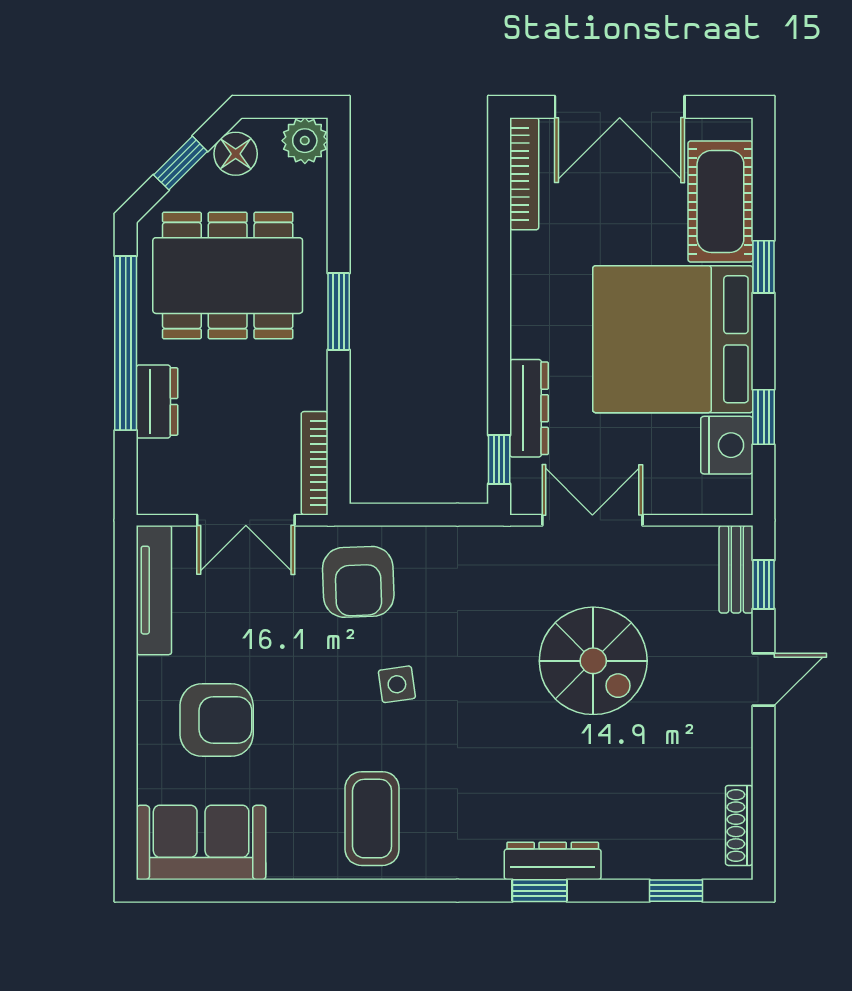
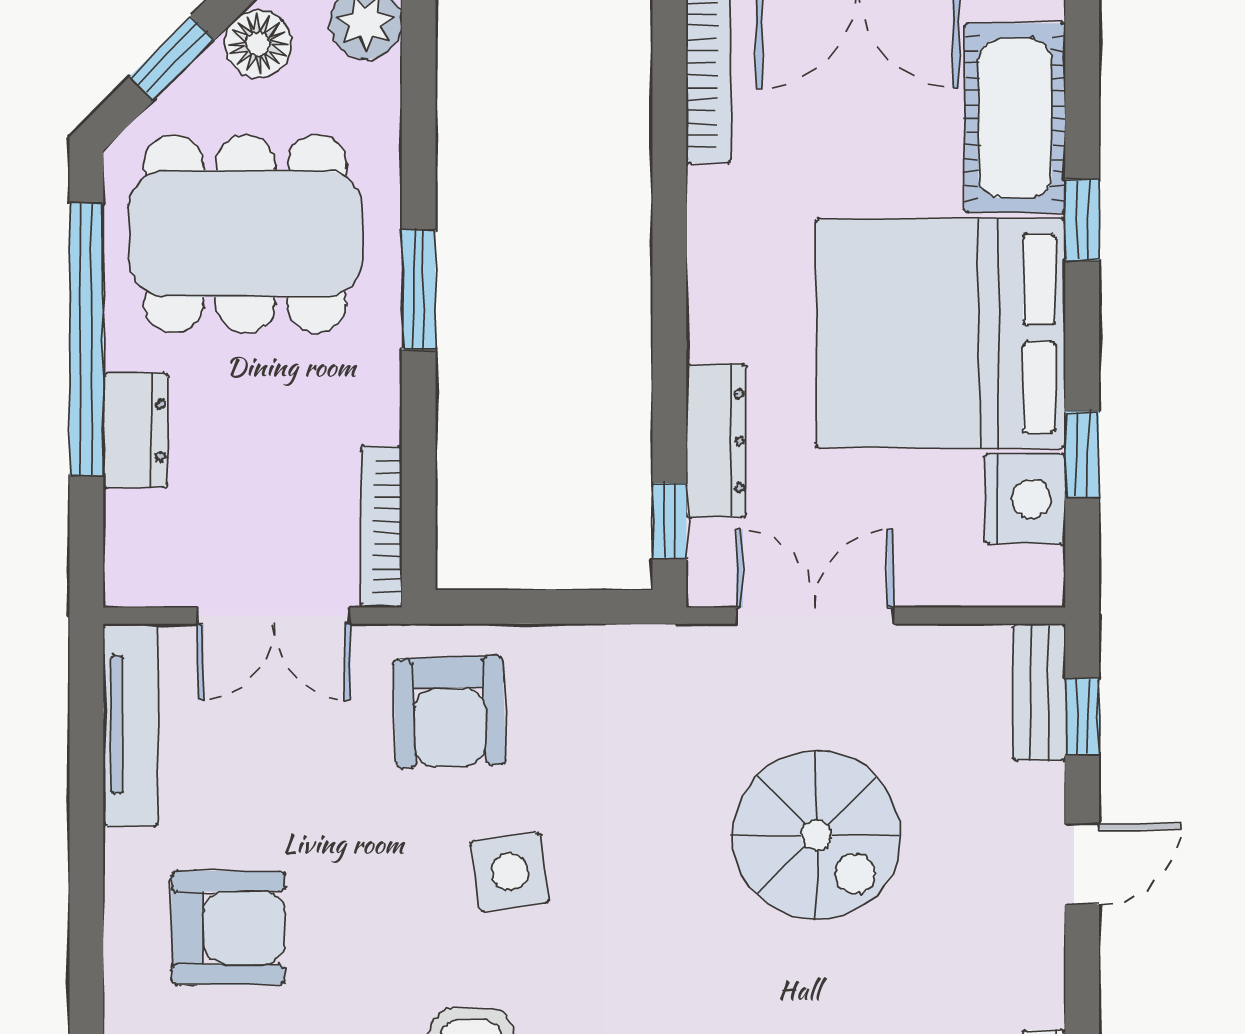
side table: (397, 684) -> (510, 872), width x1.37, depth x1.37

